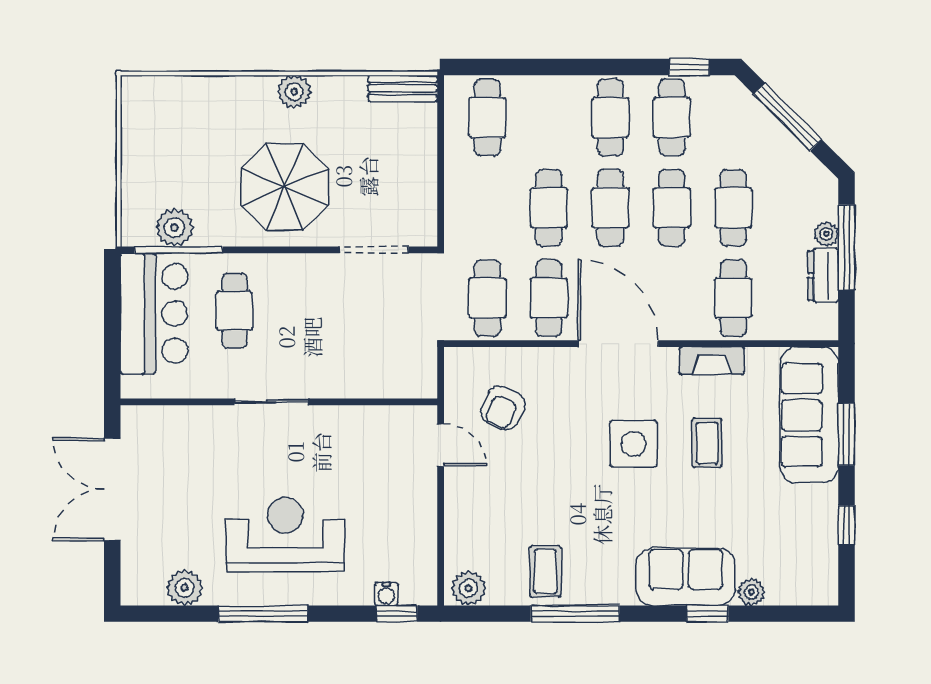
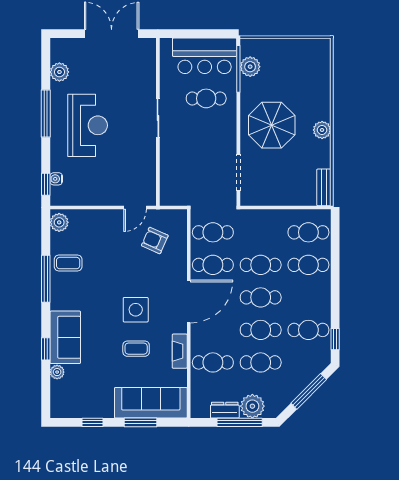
cafe table: (610, 117) -> (308, 265), moved
plant: (826, 234) -> (252, 406), width x1.88, depth x1.88

